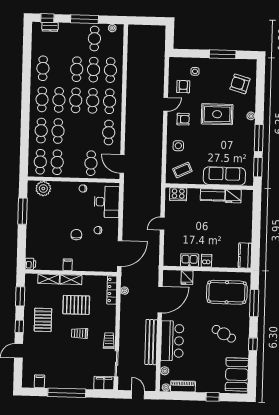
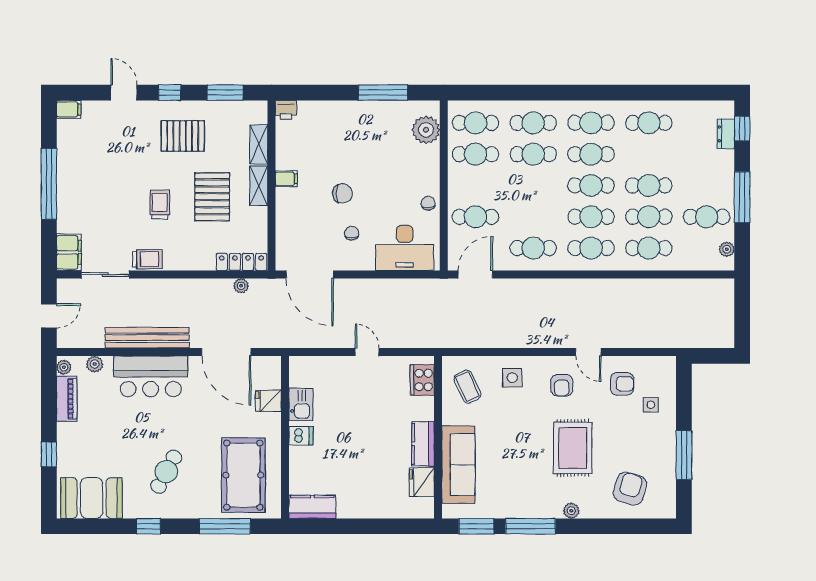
filing cabinet: (39, 381) -> (69, 109), moved

